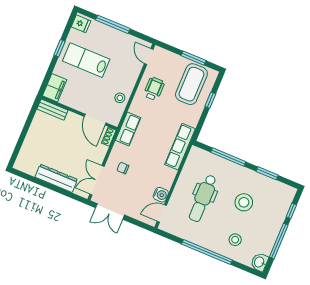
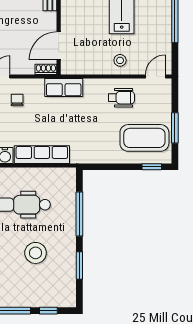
stool: (120, 98) -> (120, 60), moved
window: (210, 100) -> (152, 167), moved
row of seats: (180, 147) -> (42, 155), moved

